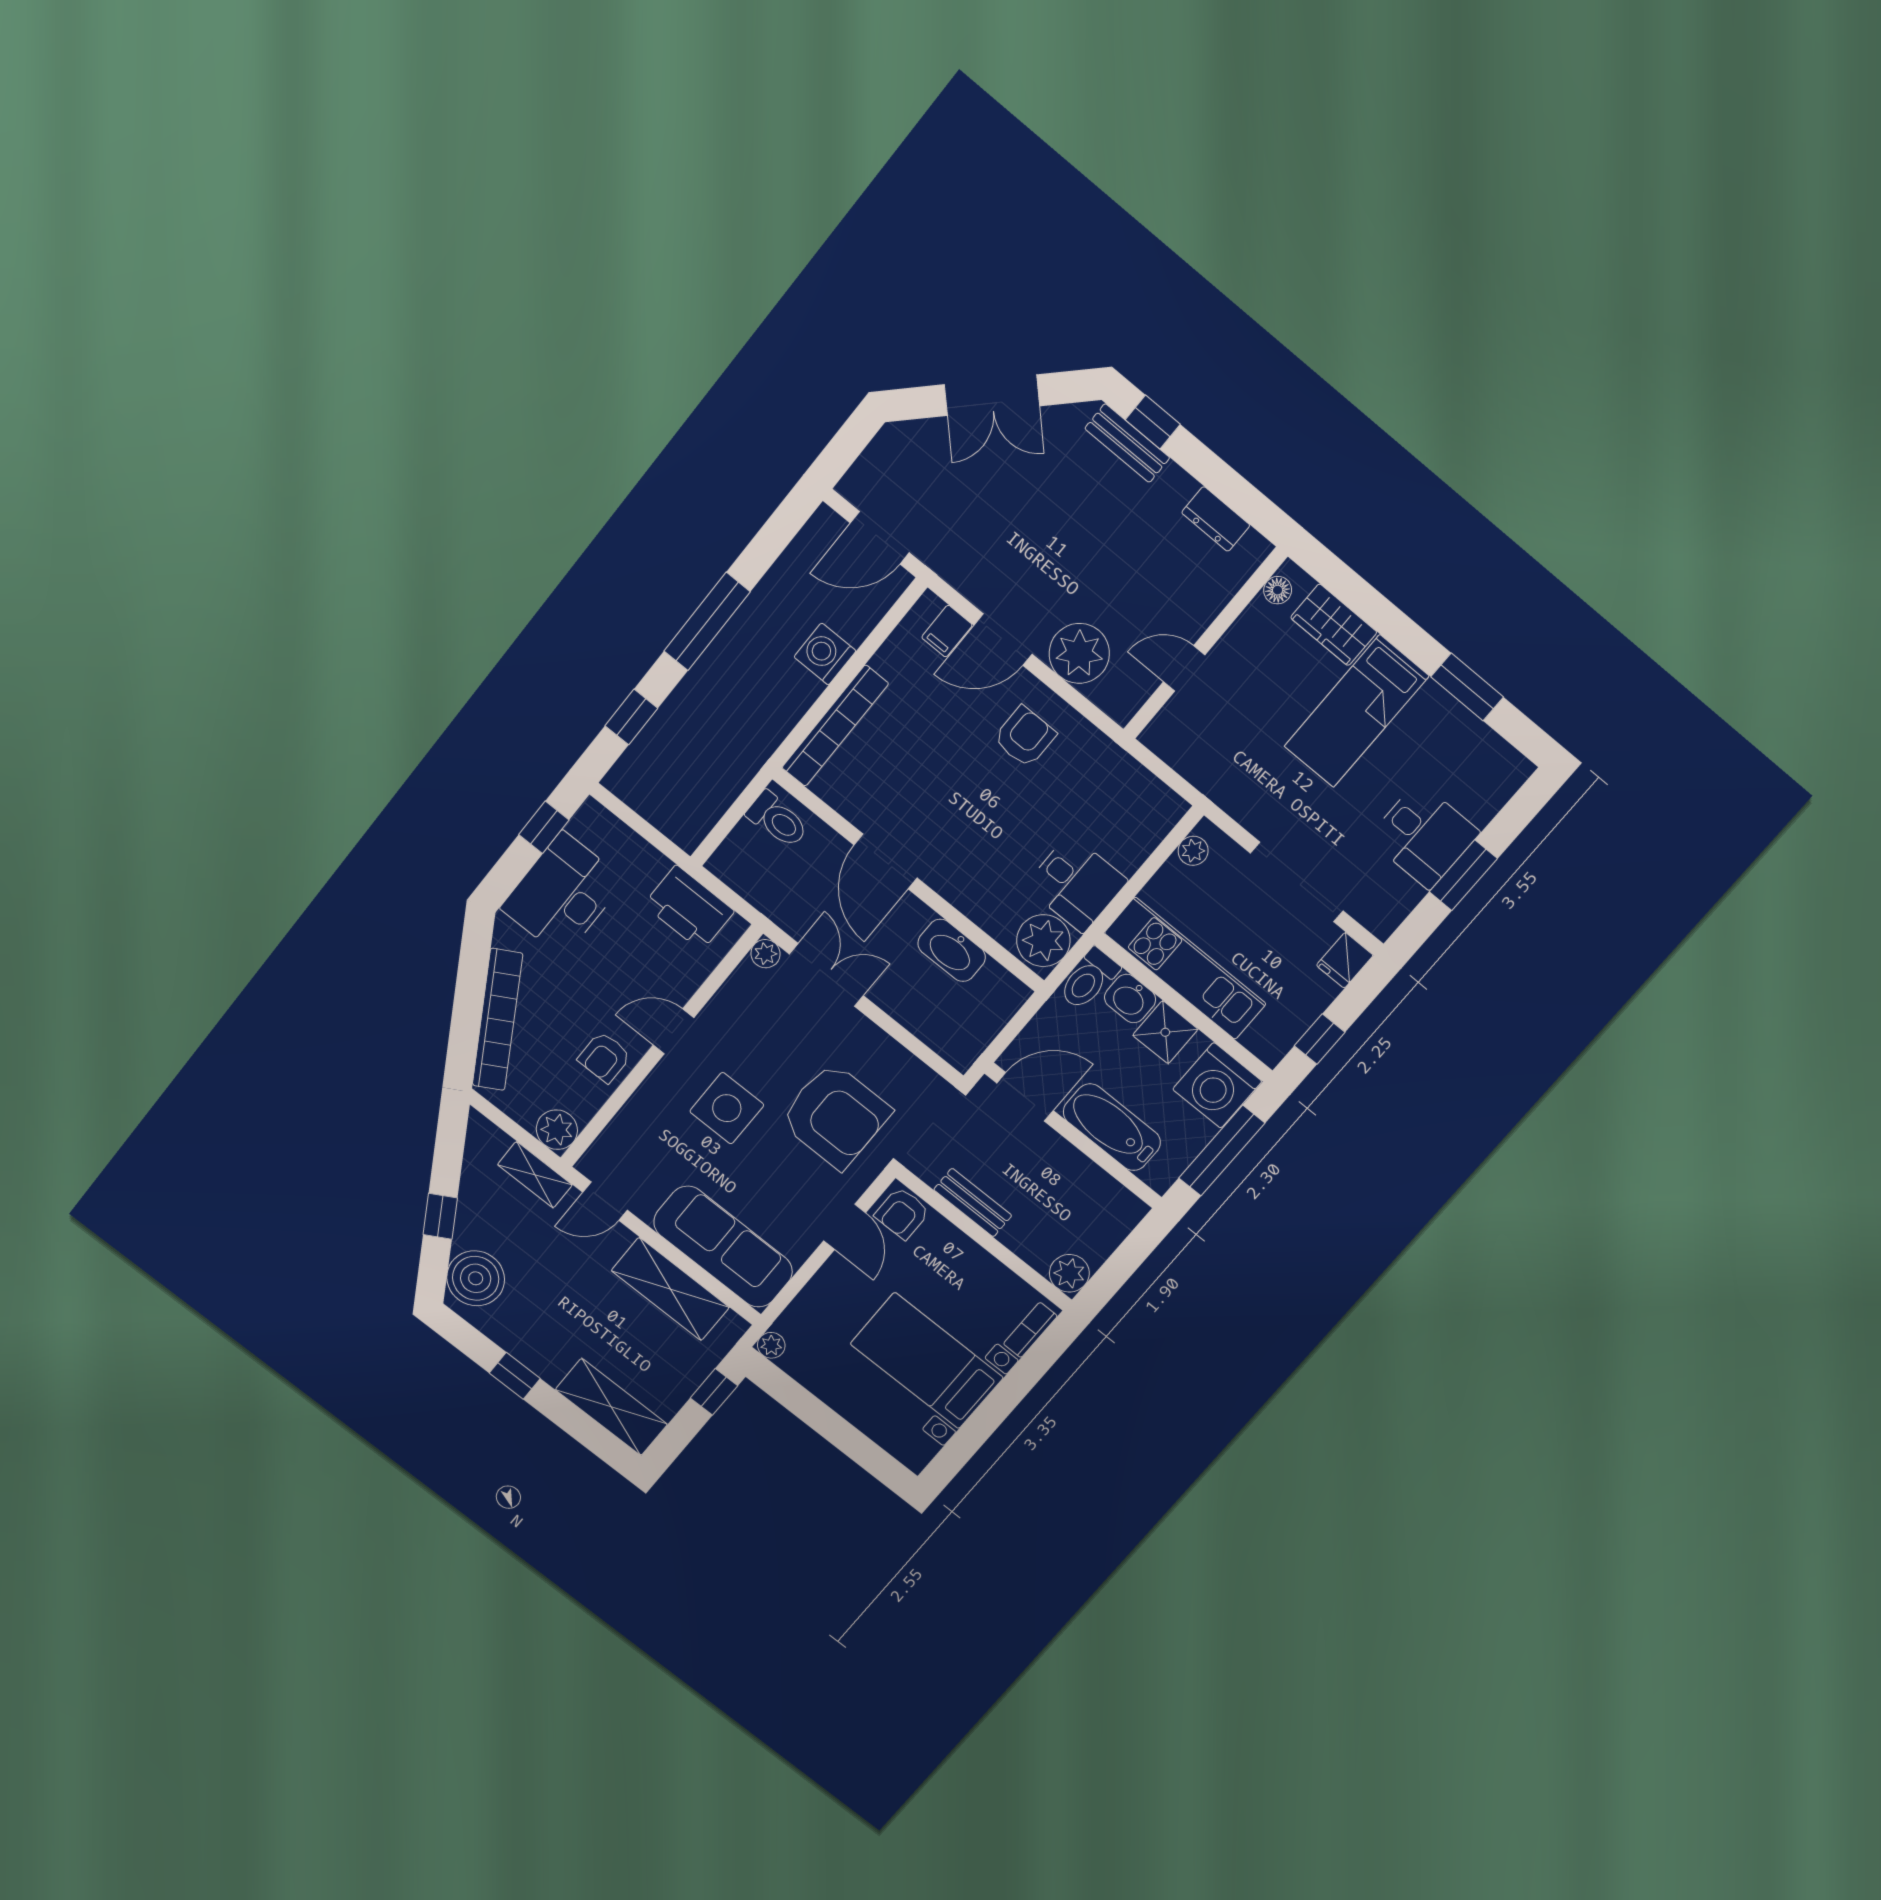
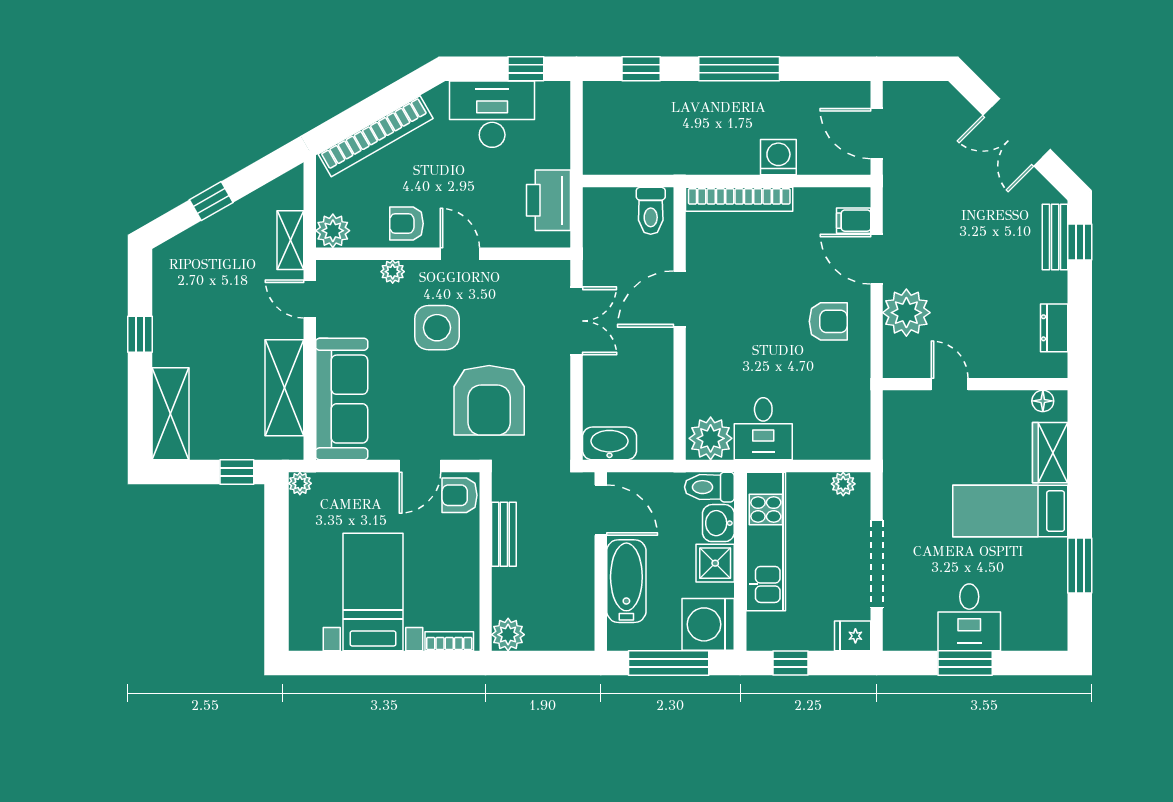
washbasin: (952, 950) -> (610, 443), moved, turned 90
plant: (765, 954) -> (393, 272), moved
boiler: (476, 1278) -> (187, 257), removed

